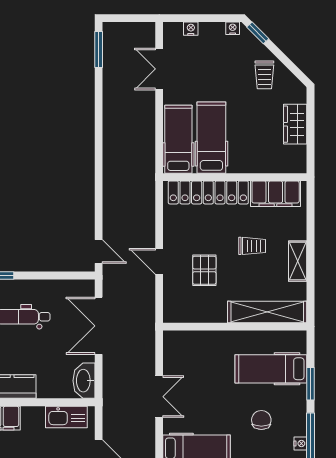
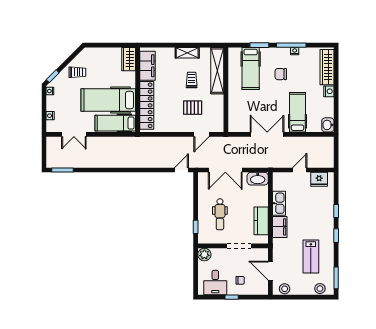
wardrobe: (295, 124) -> (129, 59), moved, turned 90
hospital bed: (211, 138) -> (108, 100), width x1.37, depth x1.29
trolley: (252, 246) -> (192, 80), moved
door: (159, 261) -> (202, 134), moved
double door: (159, 397) -> (267, 134), width x1.37
kitchen sink: (66, 417) -> (279, 203), moved

